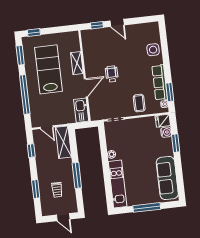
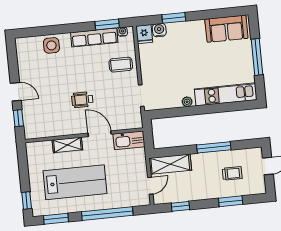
door: (117, 23) -> (16, 92), hinge flipped
lab bench: (48, 69) -> (75, 182), turned 180
sofa: (167, 178) -> (226, 29), width x0.73

